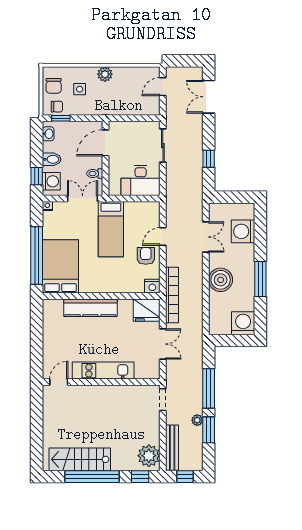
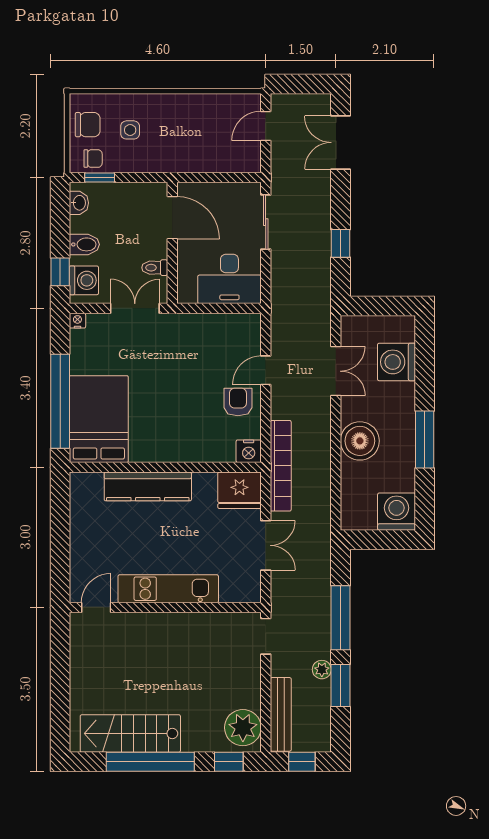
plant: (105, 74) -> (171, 106), removed
chair: (54, 86) -> (88, 125), turned -90
door: (105, 143) -> (172, 218), swing flipped
bed: (111, 229) -> (181, 358), removed

